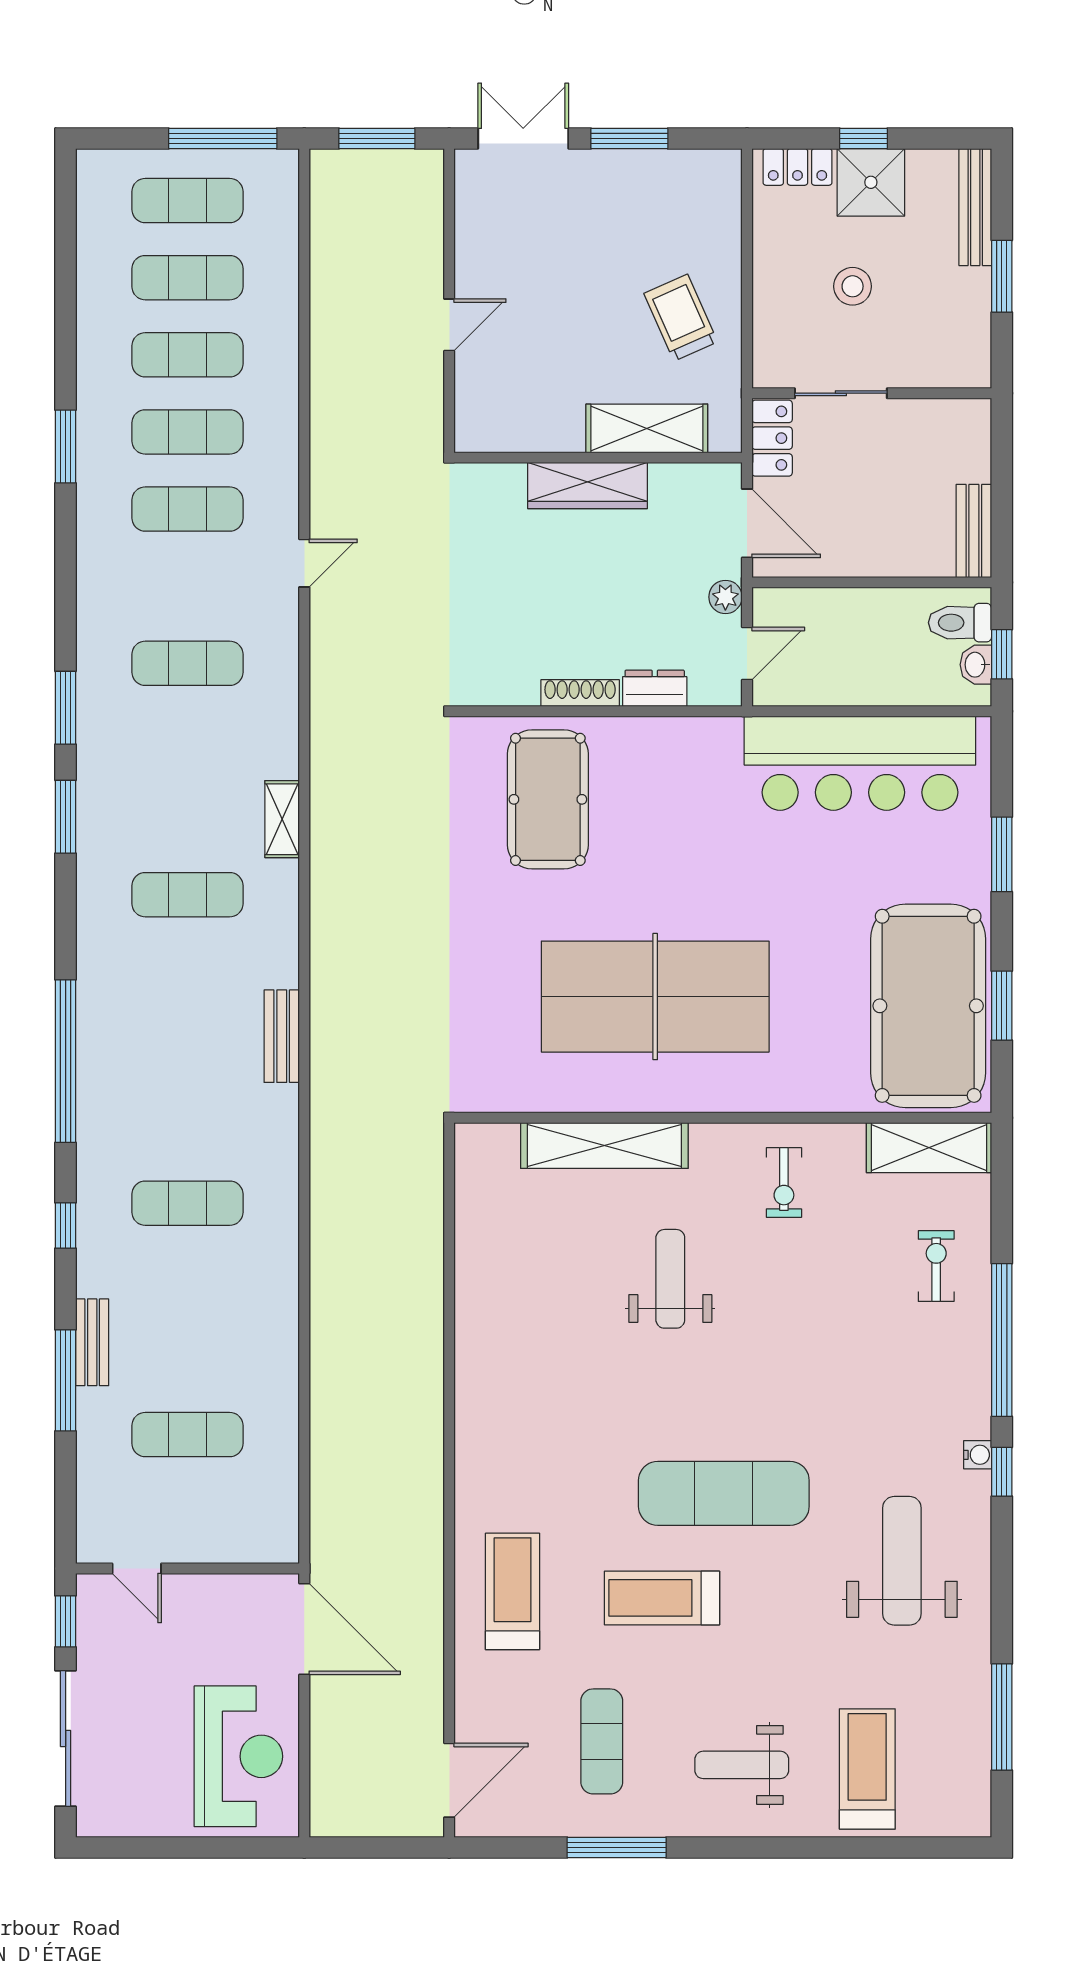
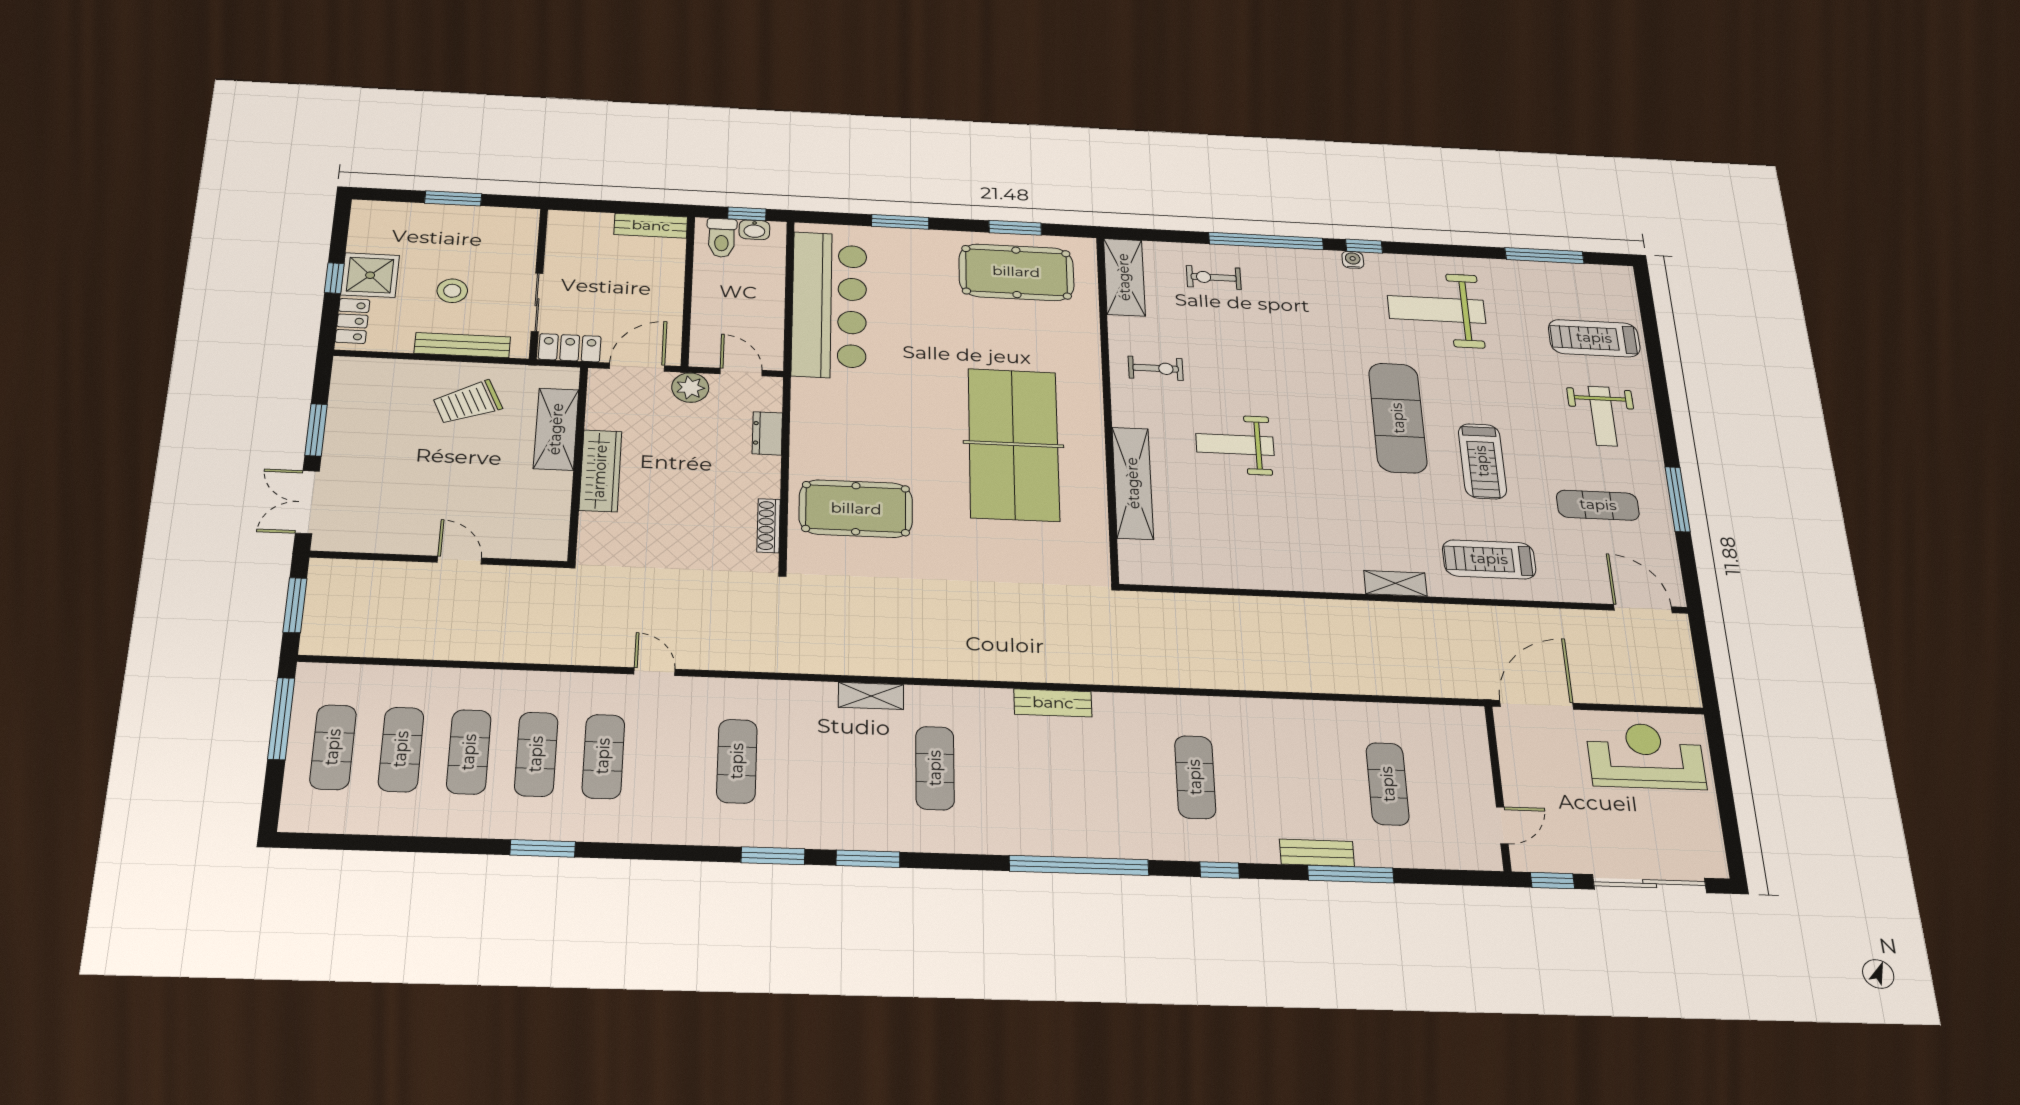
bench: (975, 207) -> (462, 345), moved
plant: (725, 597) -> (690, 388), width x1.38, depth x1.38
shoe rack: (580, 693) -> (769, 526), moved
pool table: (928, 1006) -> (1016, 272), width x0.73, depth x0.76
shelving: (471, 1469) -> (1395, 583), added

